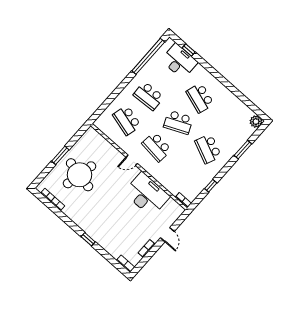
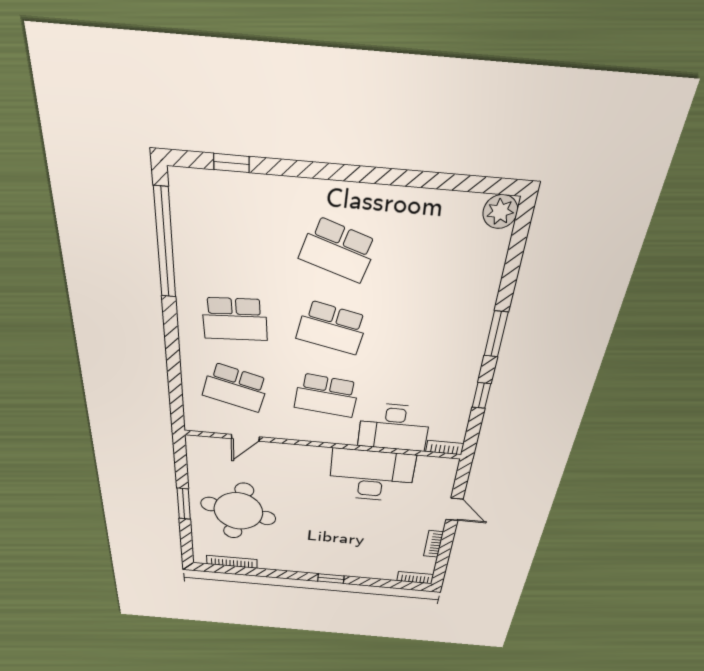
desk: (179, 61) -> (394, 427), moved, turned 180
school desk: (178, 122) -> (332, 328), turned 36
school desk: (208, 149) -> (429, 336), removed
window: (243, 150) -> (496, 334), moved
door: (132, 160) -> (245, 438), moved

